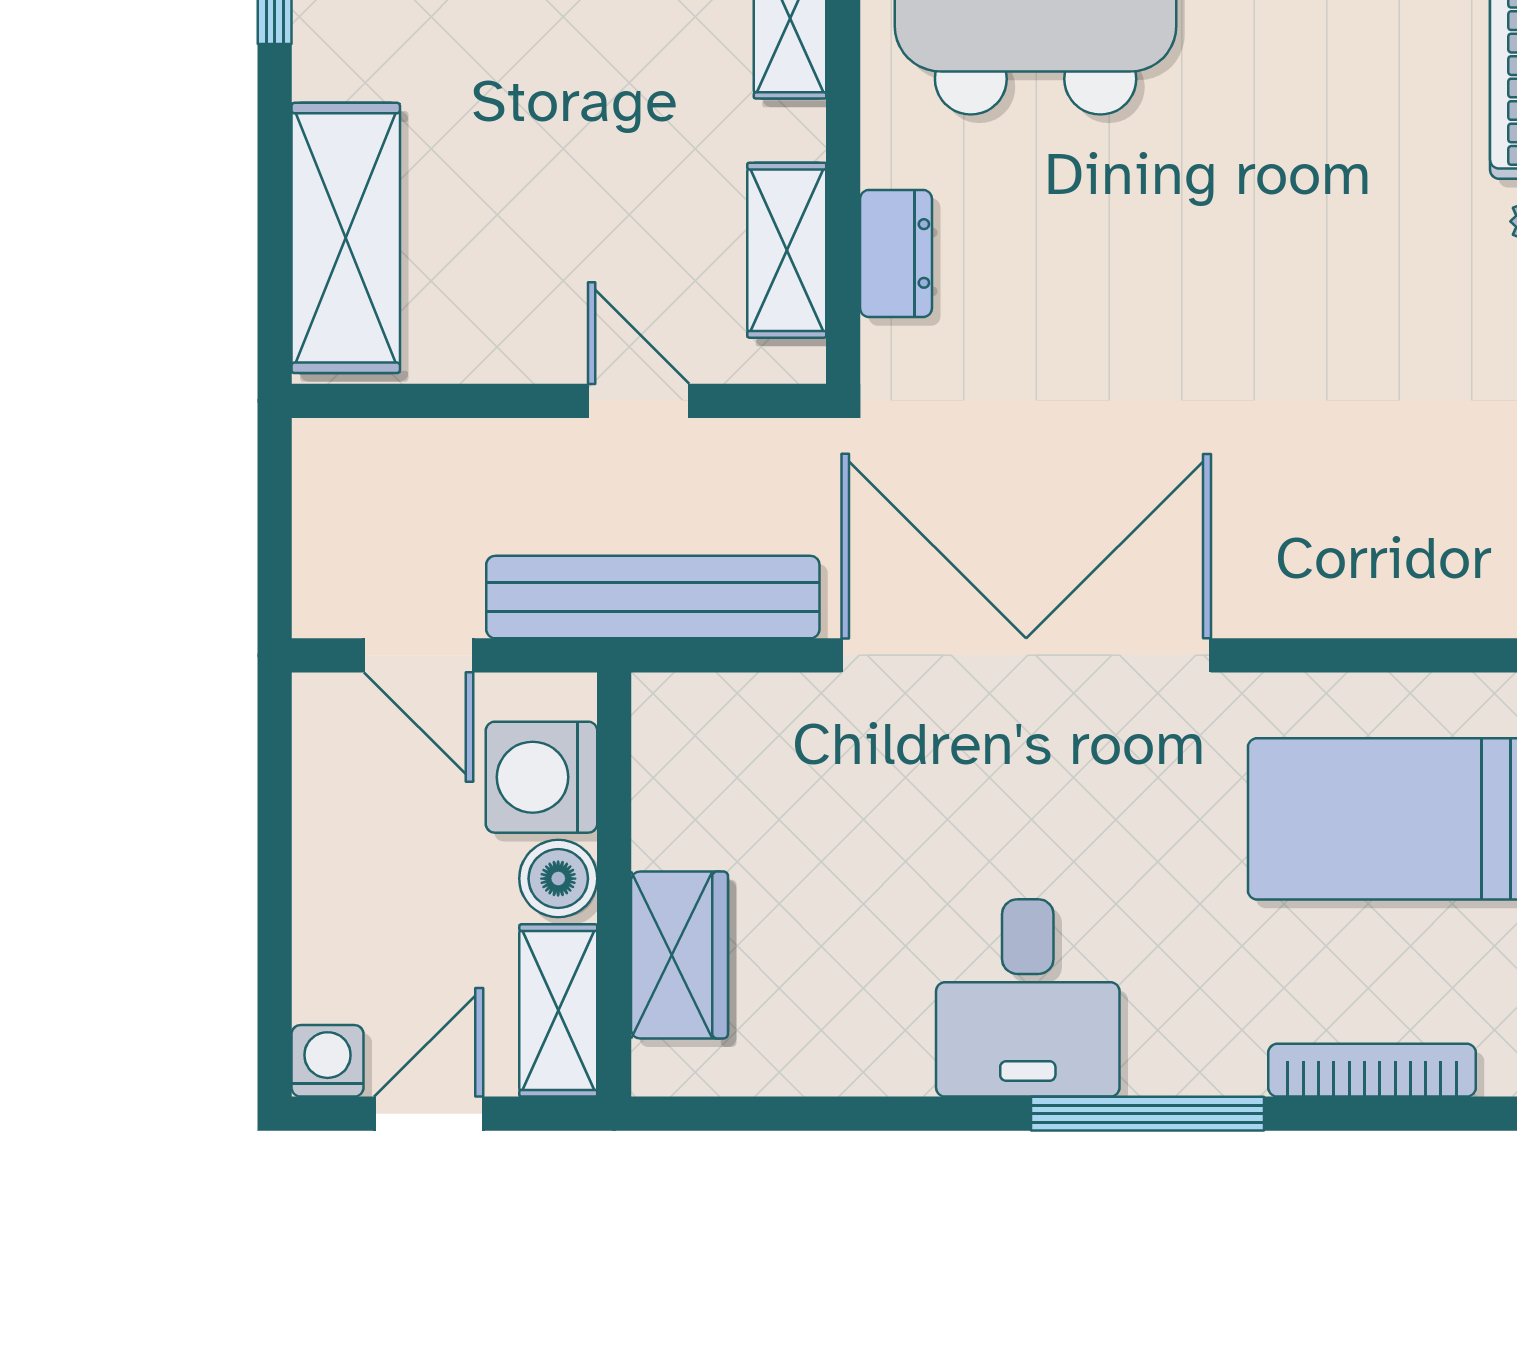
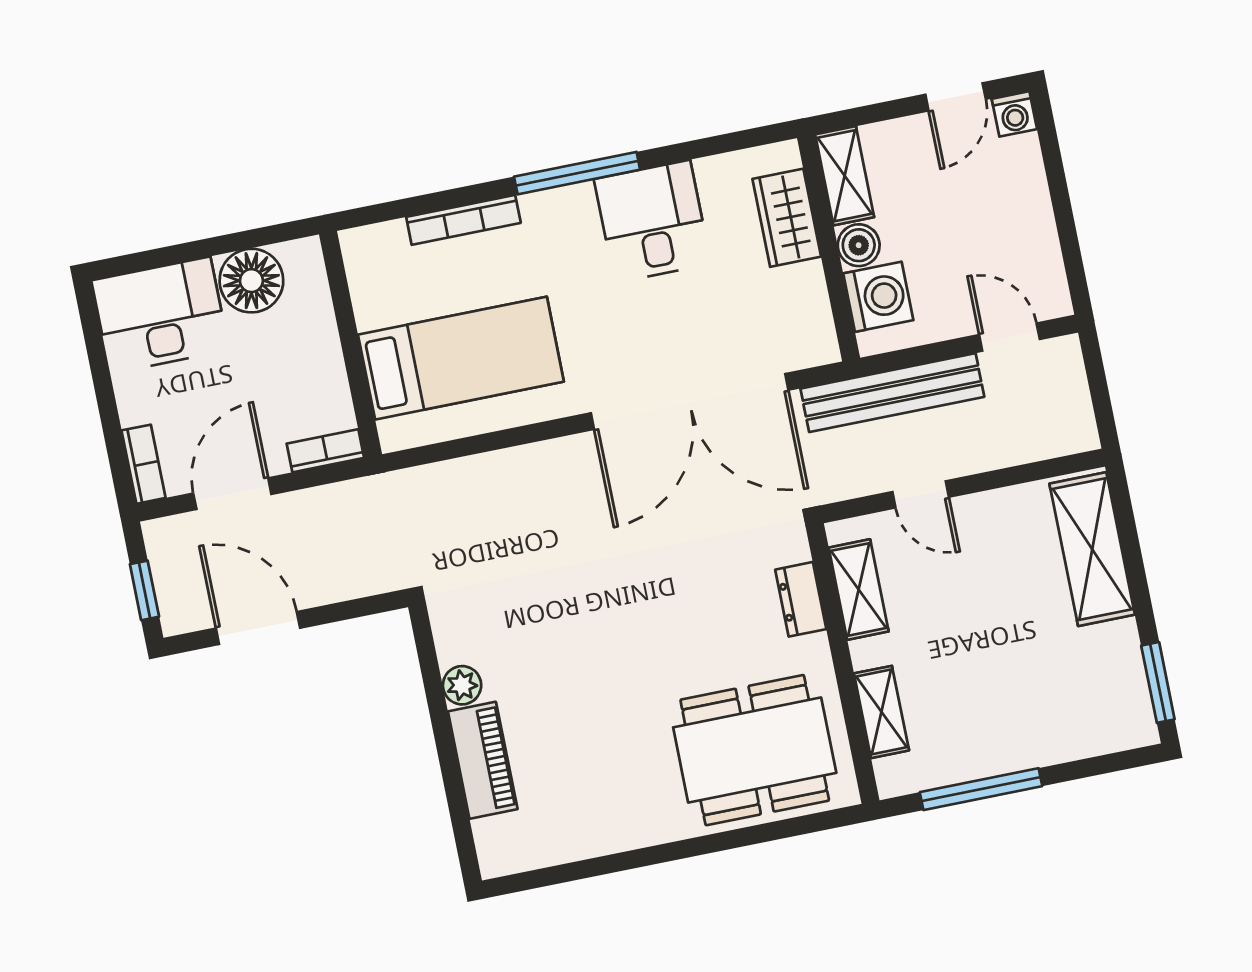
washing machine: (541, 777) -> (878, 297), moved
boiler: (558, 879) -> (859, 245), moved
wall: (614, 885) -> (829, 248), moved
wardrobe: (680, 955) -> (787, 218), moved
shelving: (558, 1010) -> (845, 176), moved

